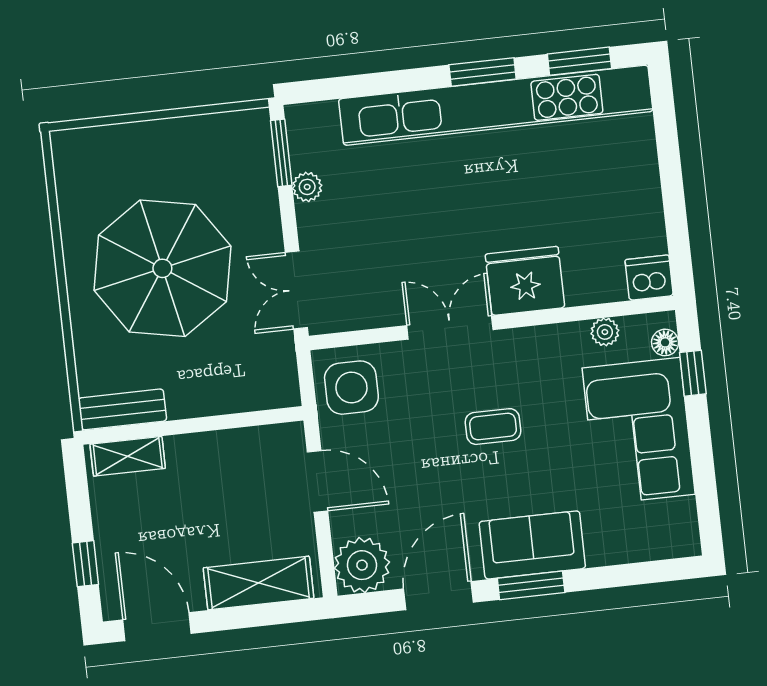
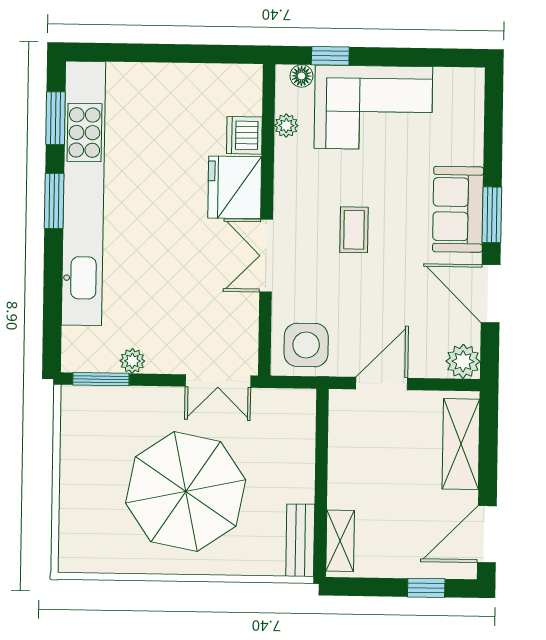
dishwasher: (649, 278) -> (244, 135), moved
plant: (362, 565) -> (463, 361), width x0.73, depth x0.73

